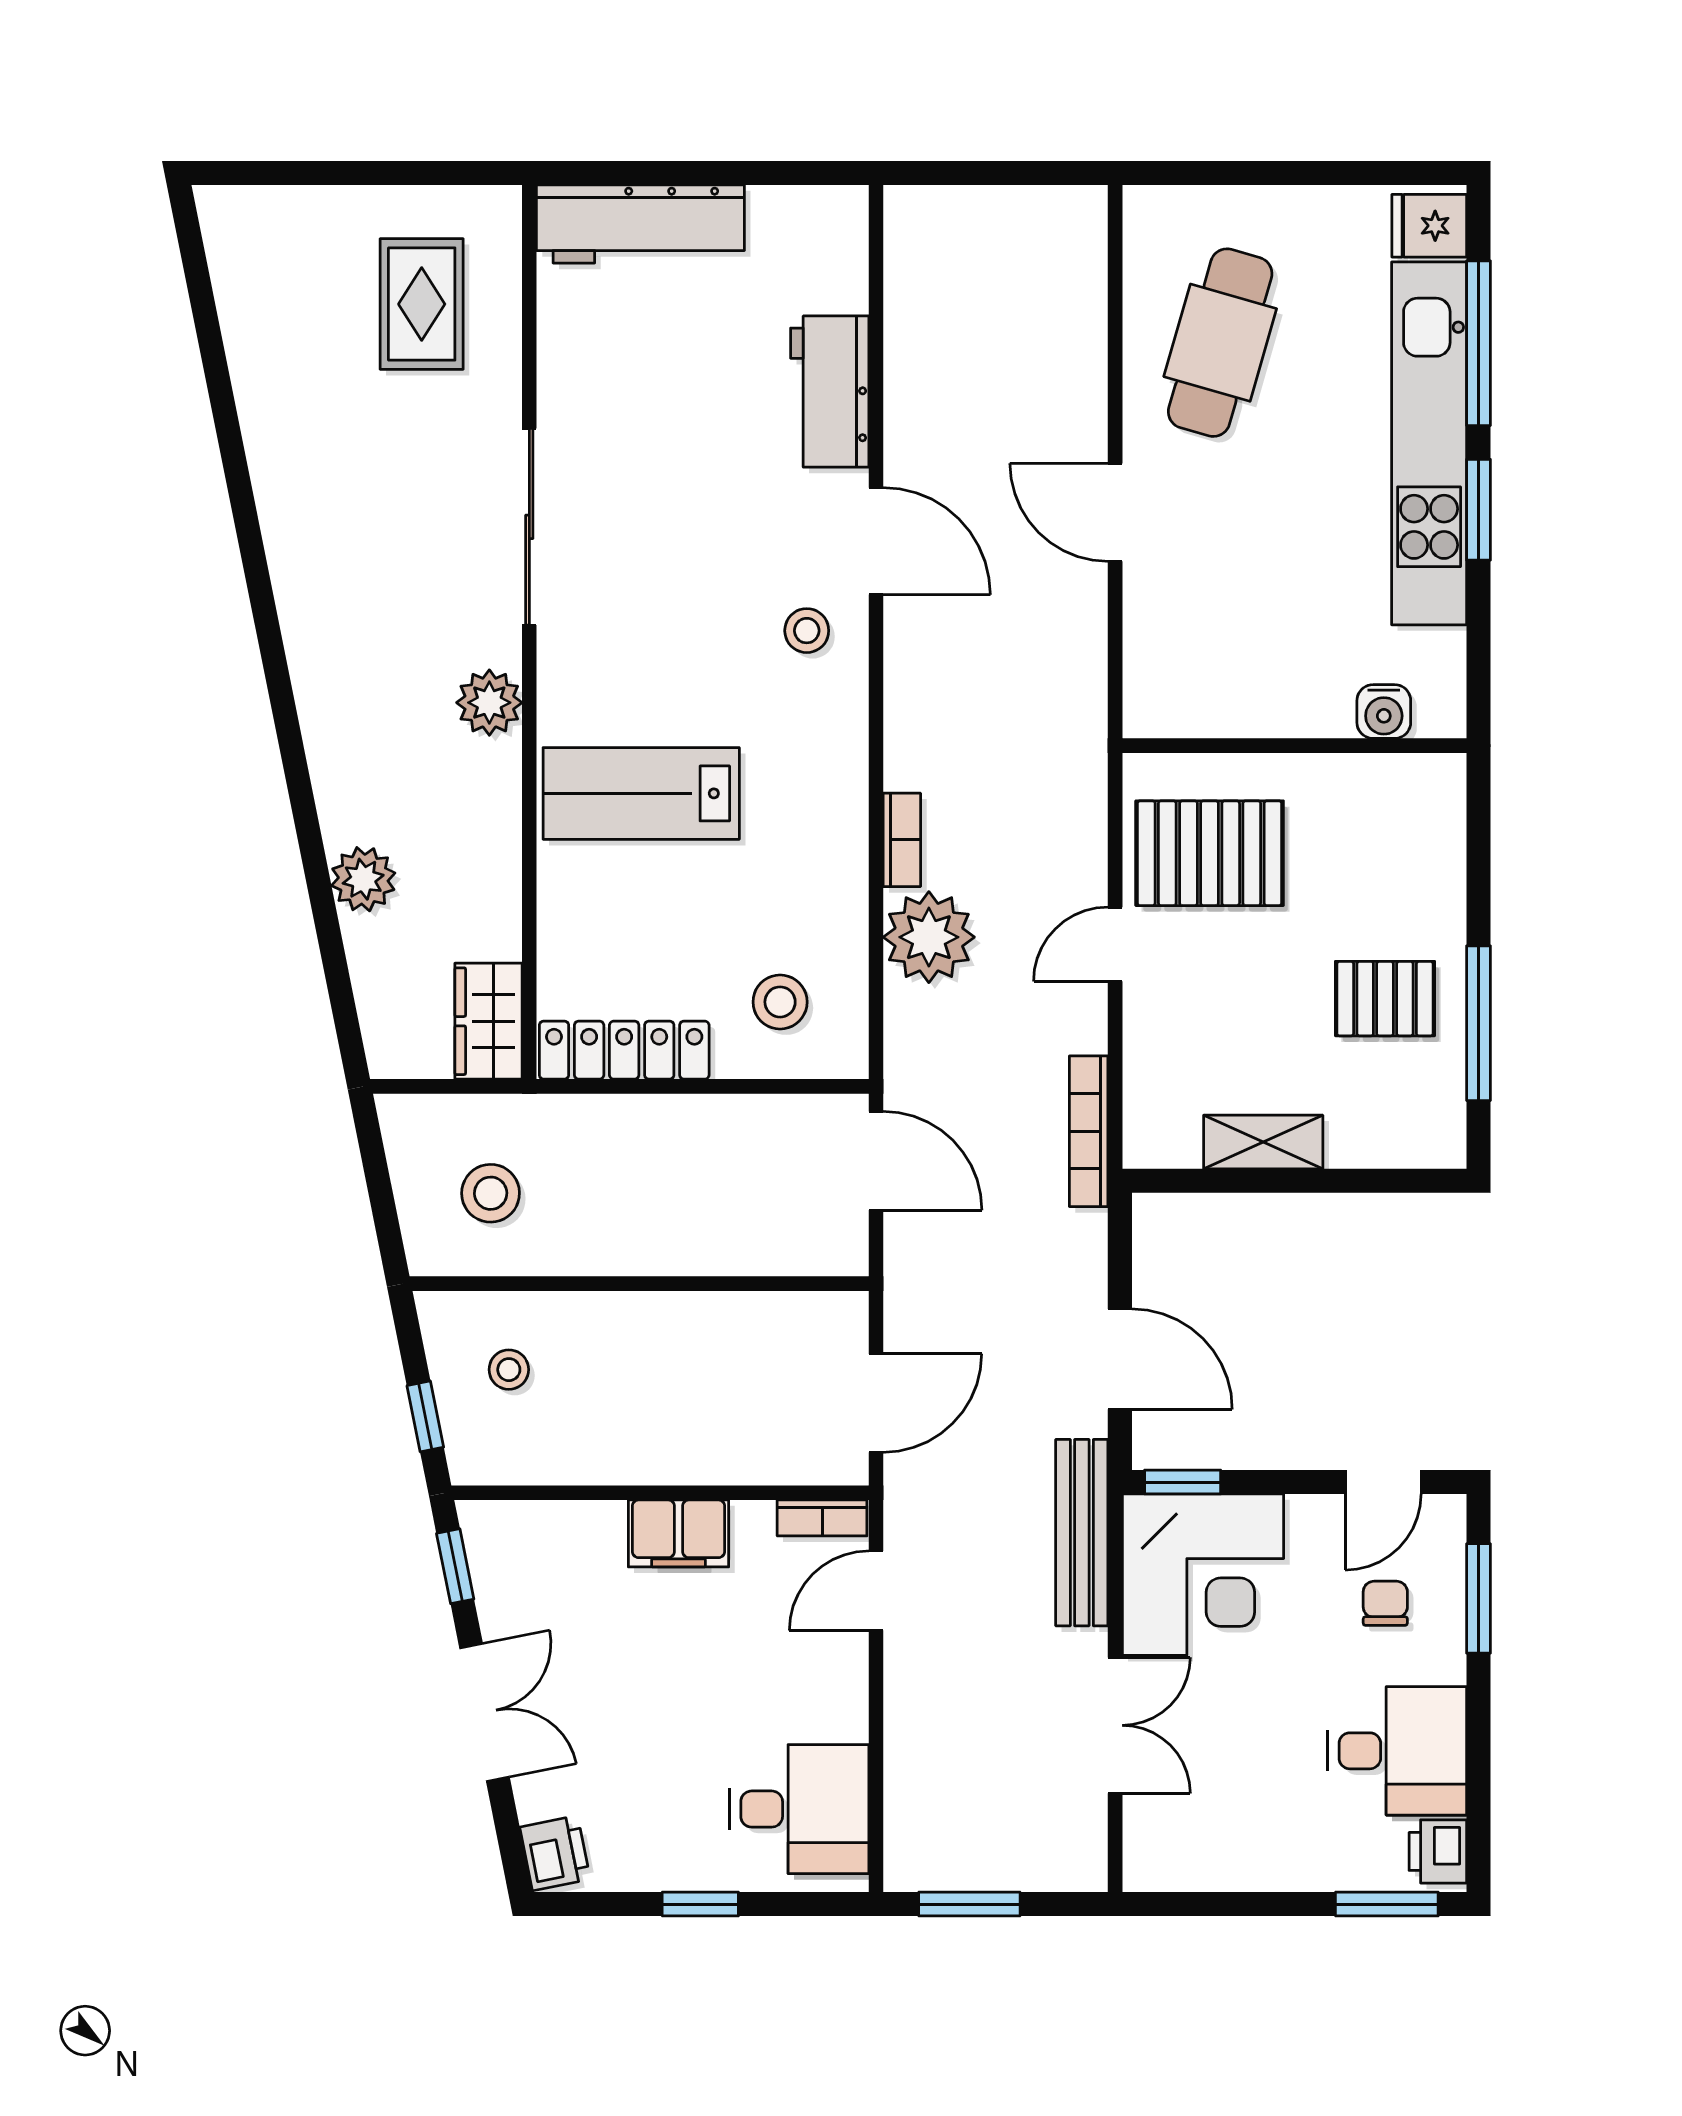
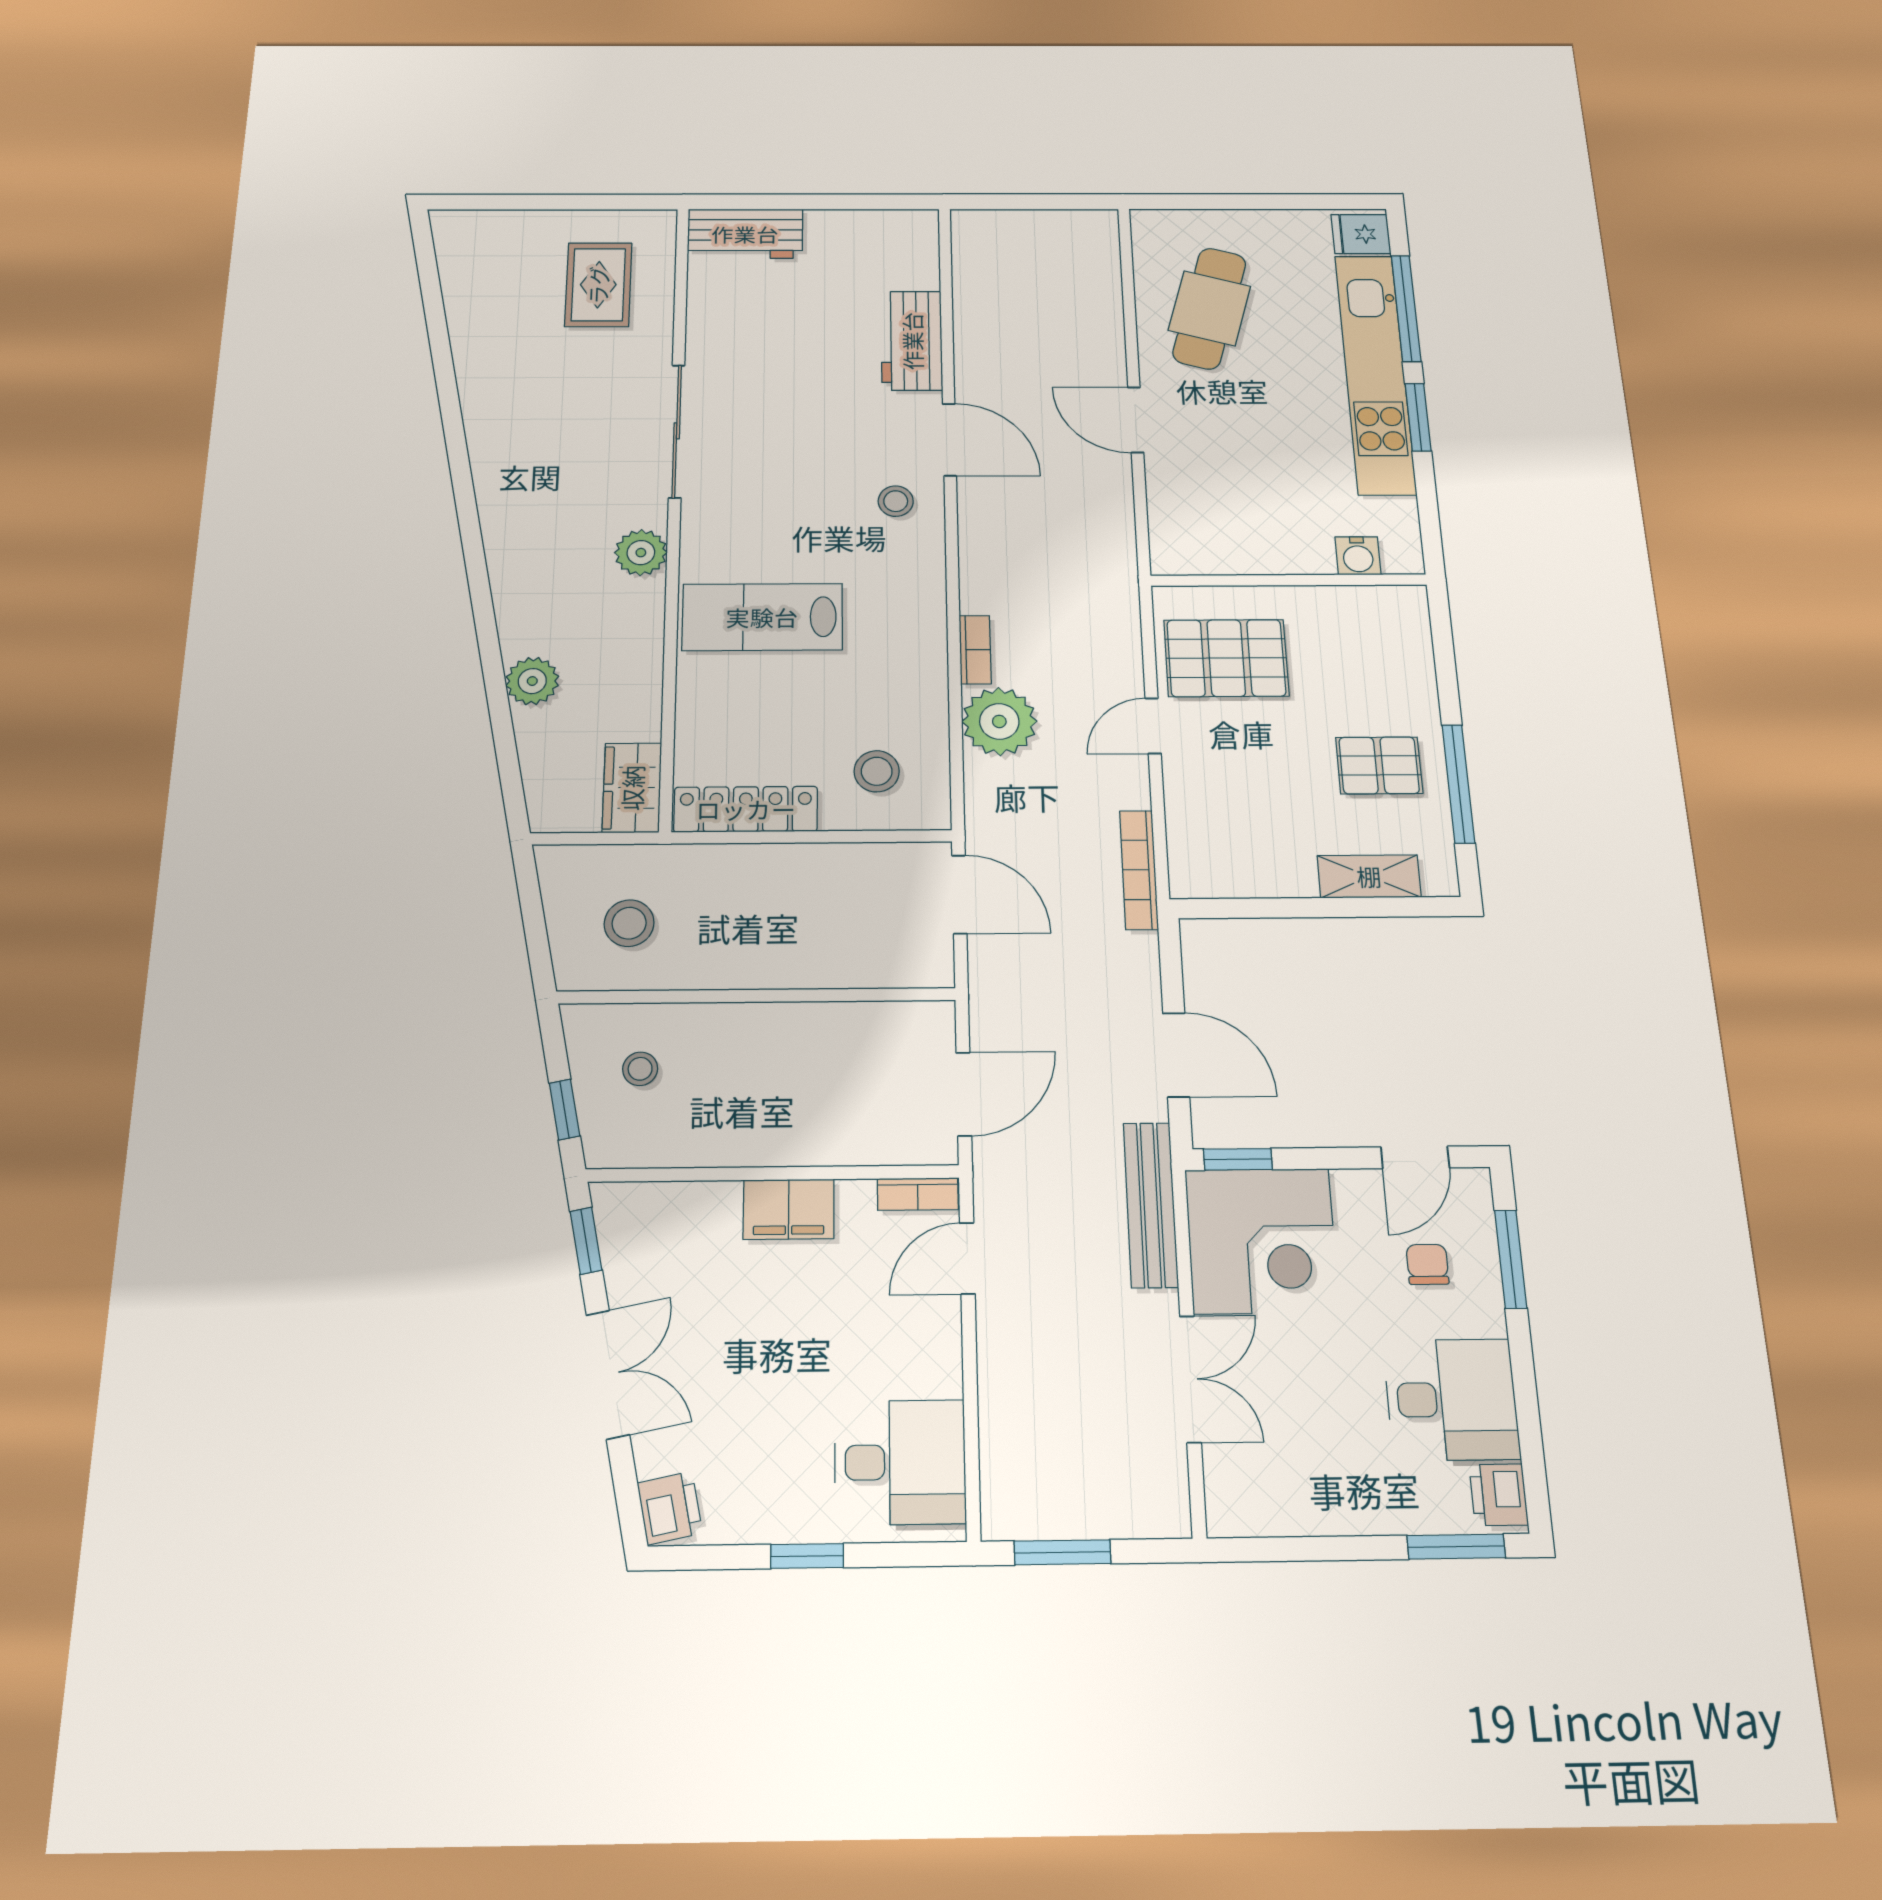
workbench: (640, 224) -> (745, 234), width x0.73
shelving: (1263, 1142) -> (1369, 876), moved

